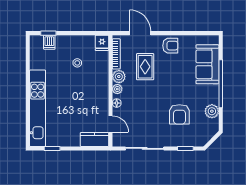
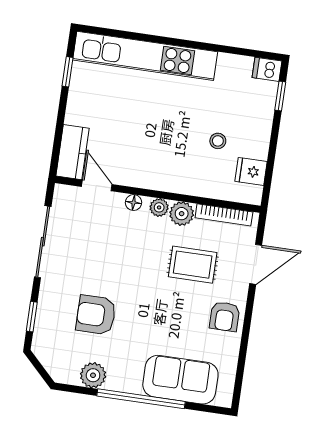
dishwasher: (49, 42) -> (267, 69), moved
fridge: (102, 43) -> (251, 171), moved
door: (110, 124) -> (97, 185), swing flipped

